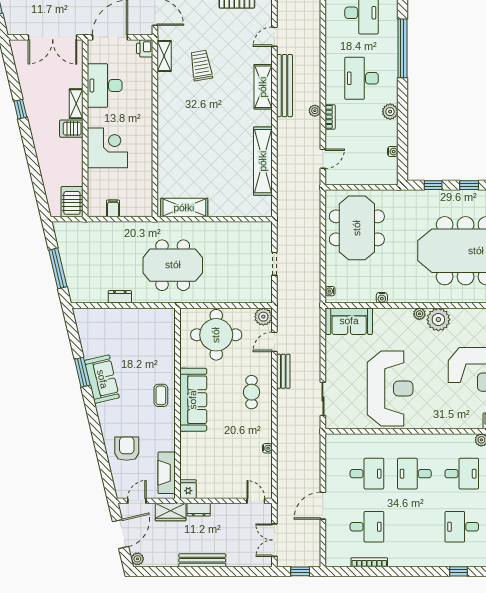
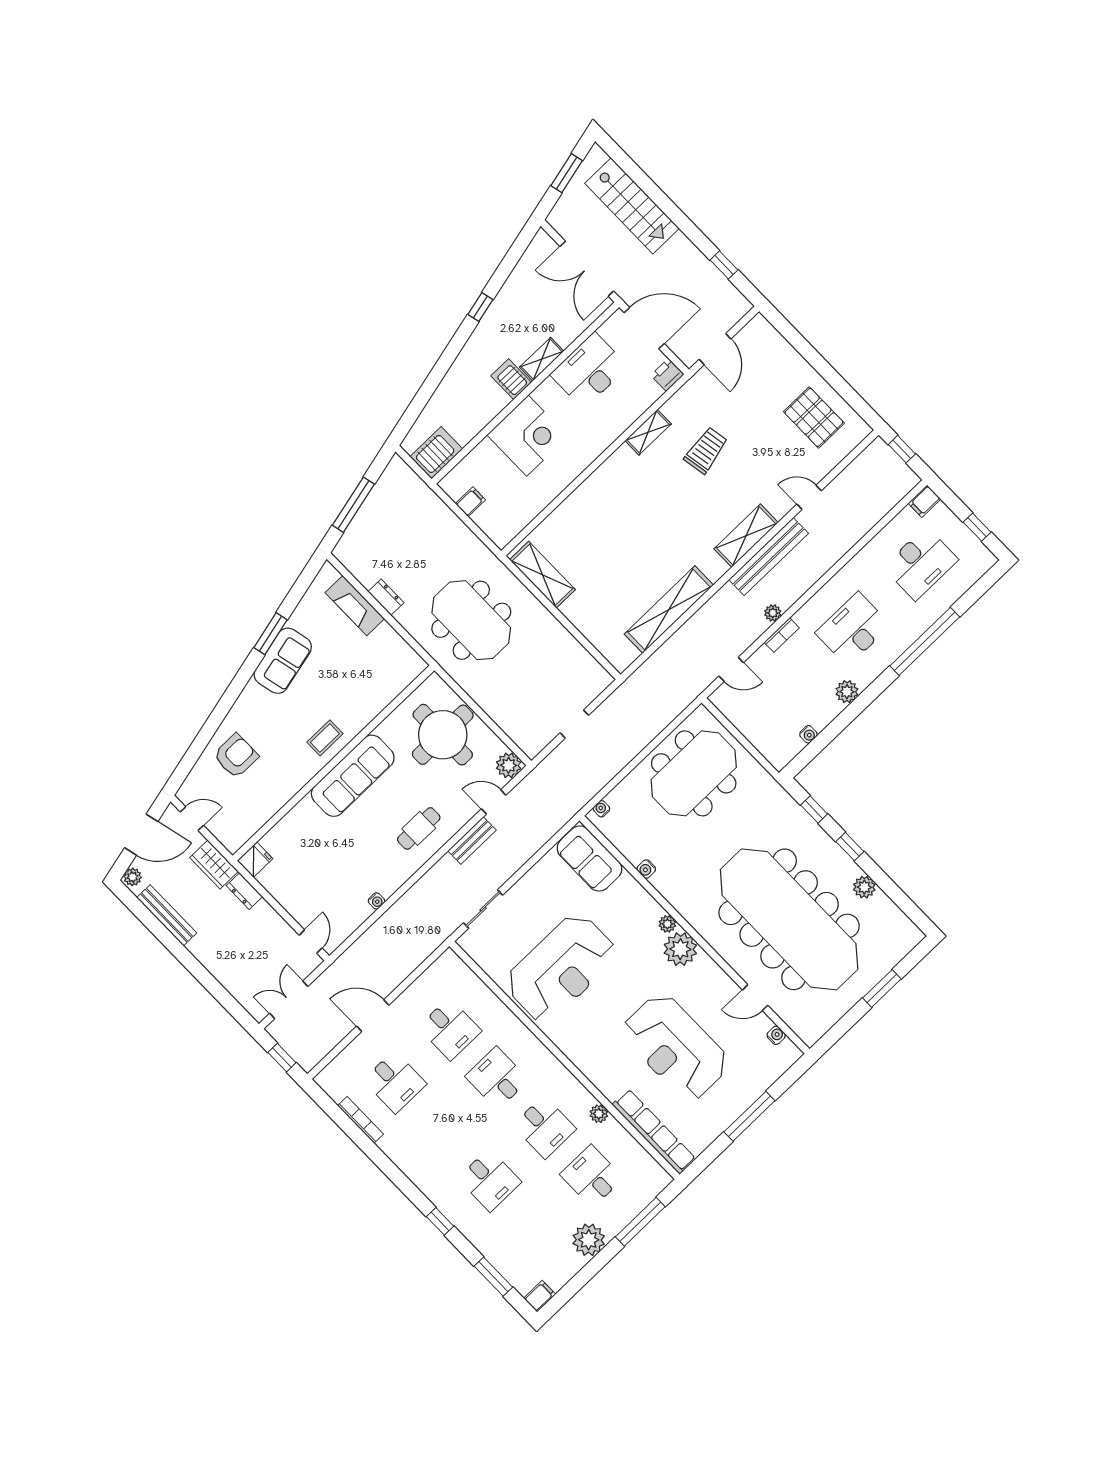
shelving: (164, 56) -> (648, 432), moved
fireplace: (167, 473) -> (355, 606), moved, turned -90
desk: (462, 527) -> (490, 1180), turned 180
bench: (202, 560) -> (167, 915), moved

